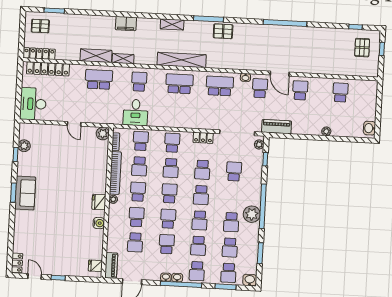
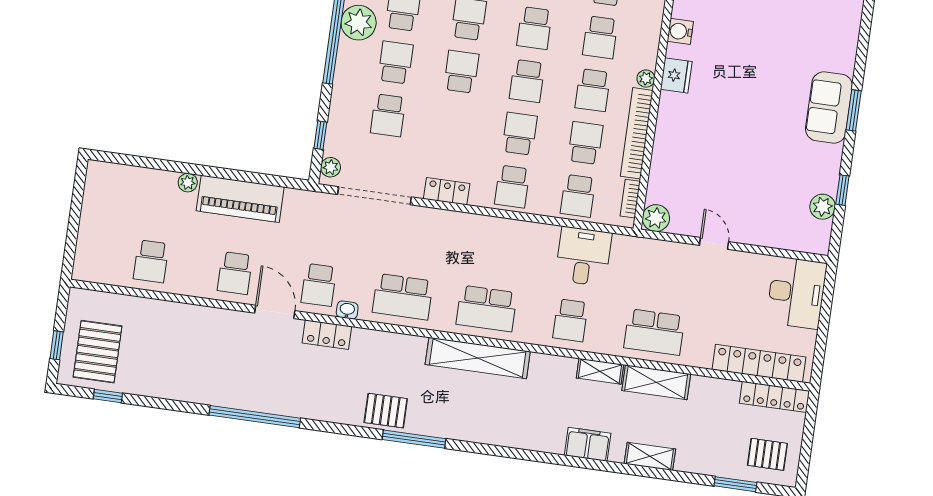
shelving: (172, 24) -> (650, 456), moved
pallet: (362, 48) -> (98, 352), width x1.50, depth x1.42
locker: (254, 65) -> (327, 335), added
piano: (277, 127) -> (240, 199), moved, width x1.37, depth x1.33
washbasin: (369, 128) -> (97, 182), removed
school desk: (202, 170) -> (396, 62), moved

